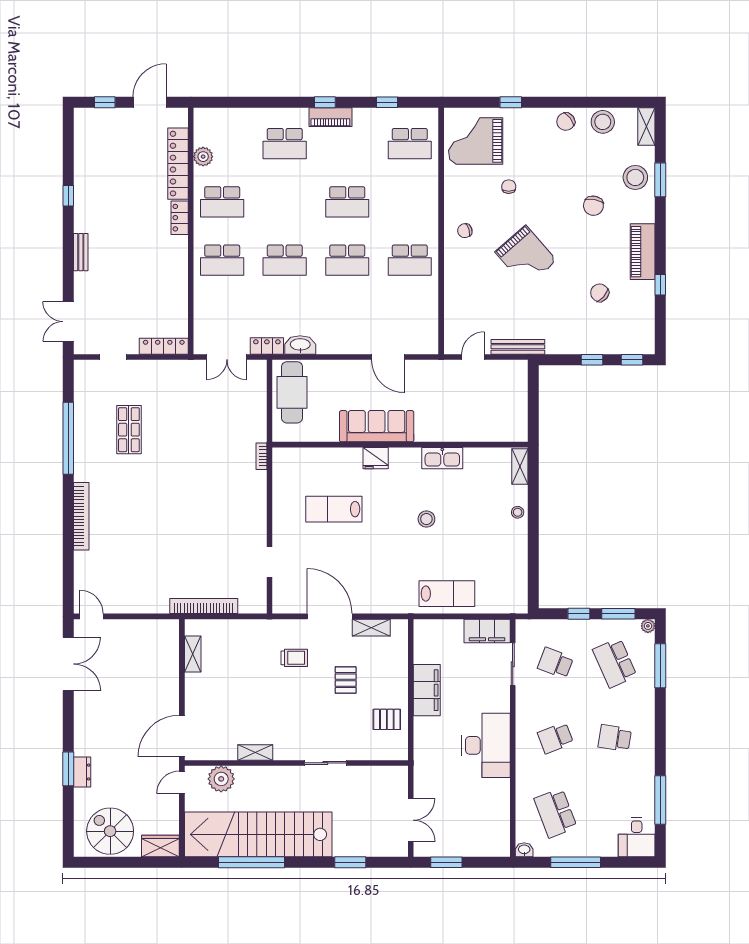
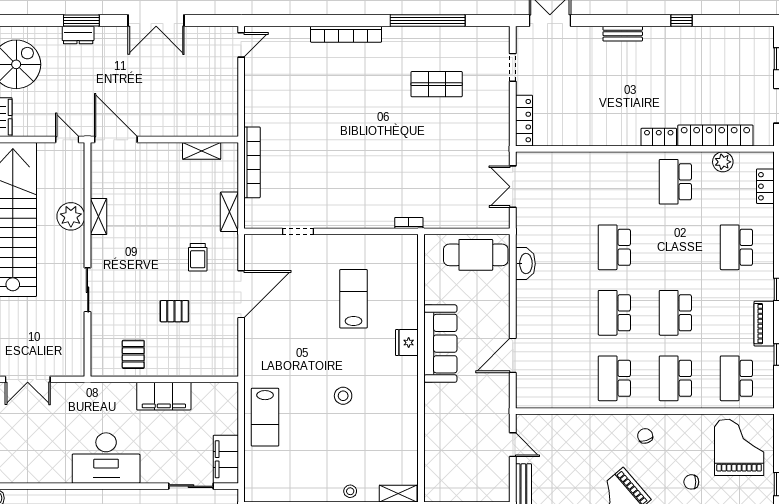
piano: (330, 117) -> (764, 324), moved
chair: (509, 187) -> (691, 482), turned 180
school desk: (222, 260) -> (675, 378), moved
locker: (267, 346) -> (765, 186), moved, turned 180
kitchen sink: (442, 458) -> (407, 412), removed
shelving: (371, 628) -> (229, 212), moved
double door: (68, 664) -> (156, 21), moved
plant: (221, 779) -> (71, 216), moved

